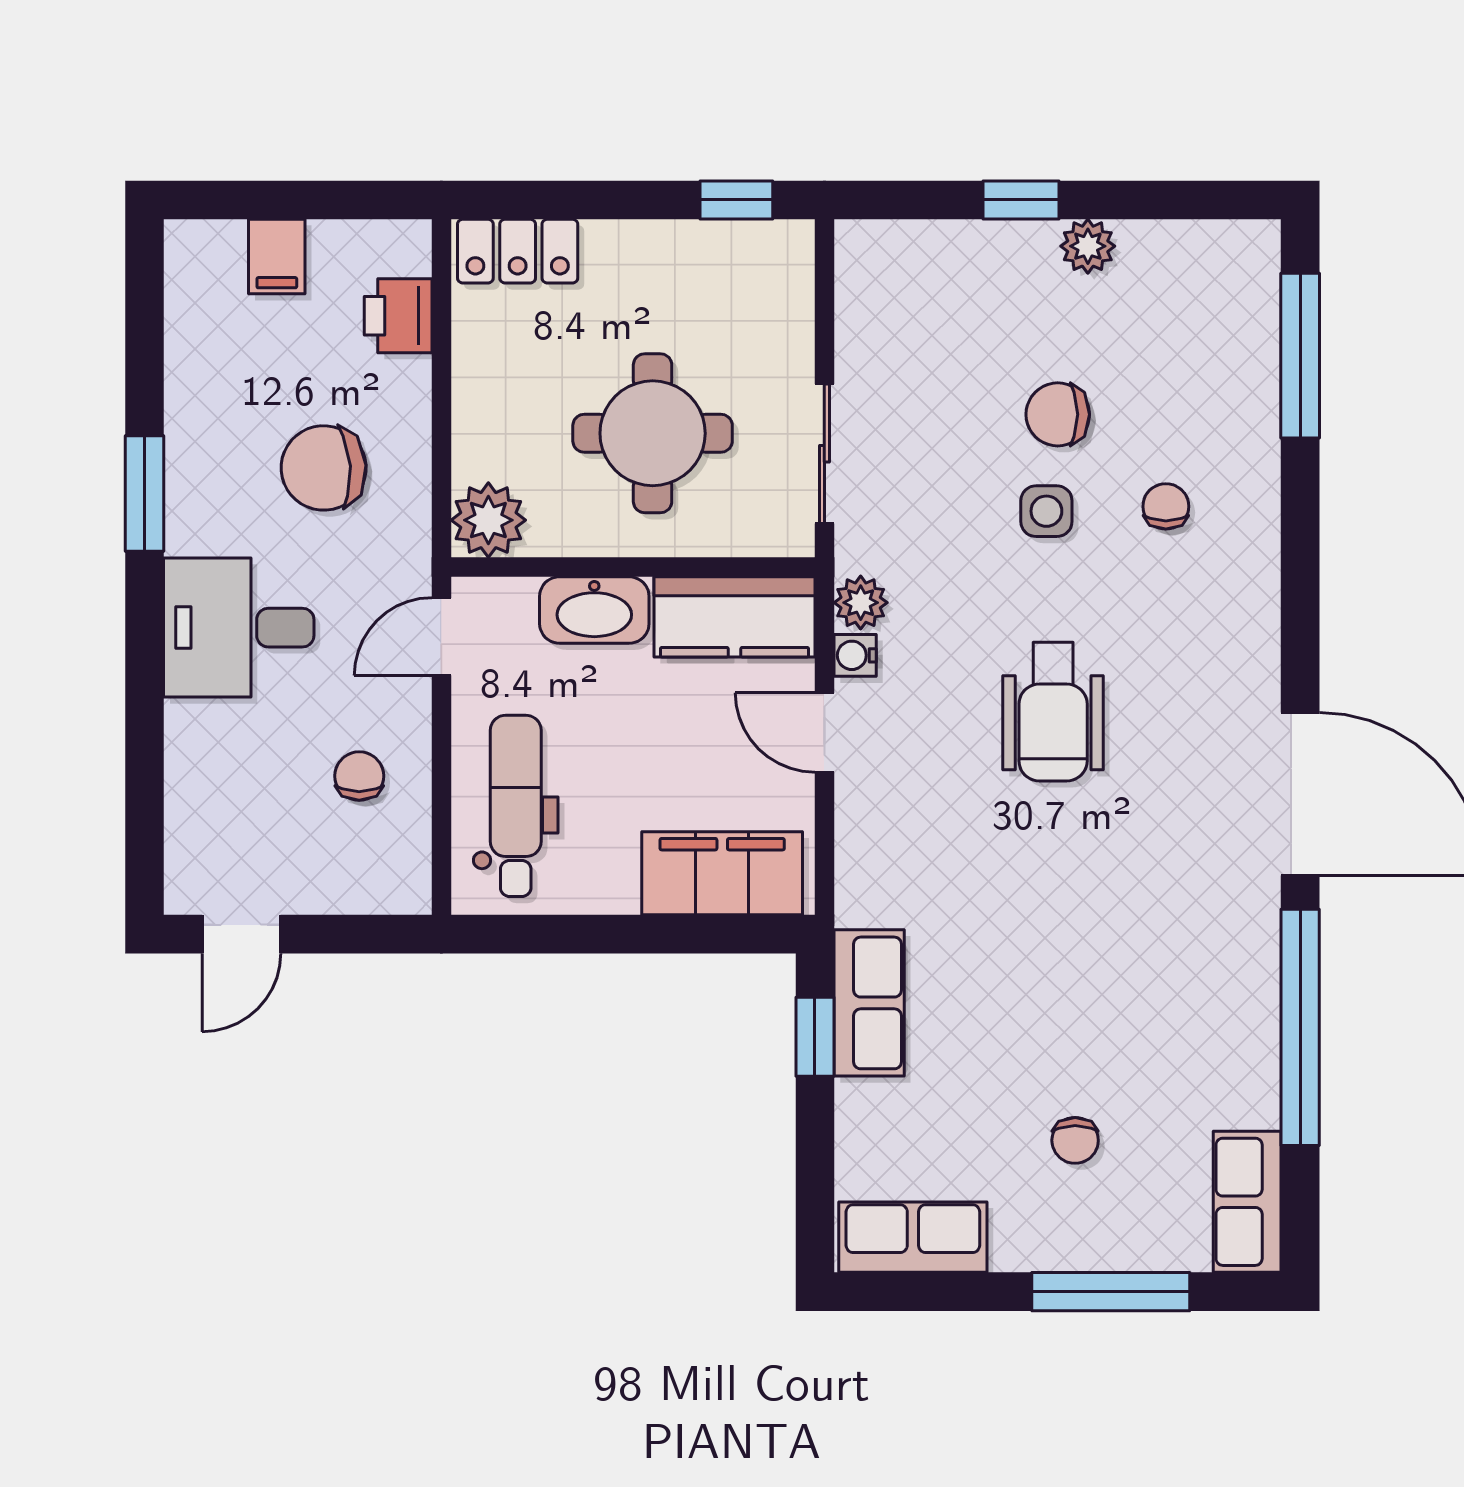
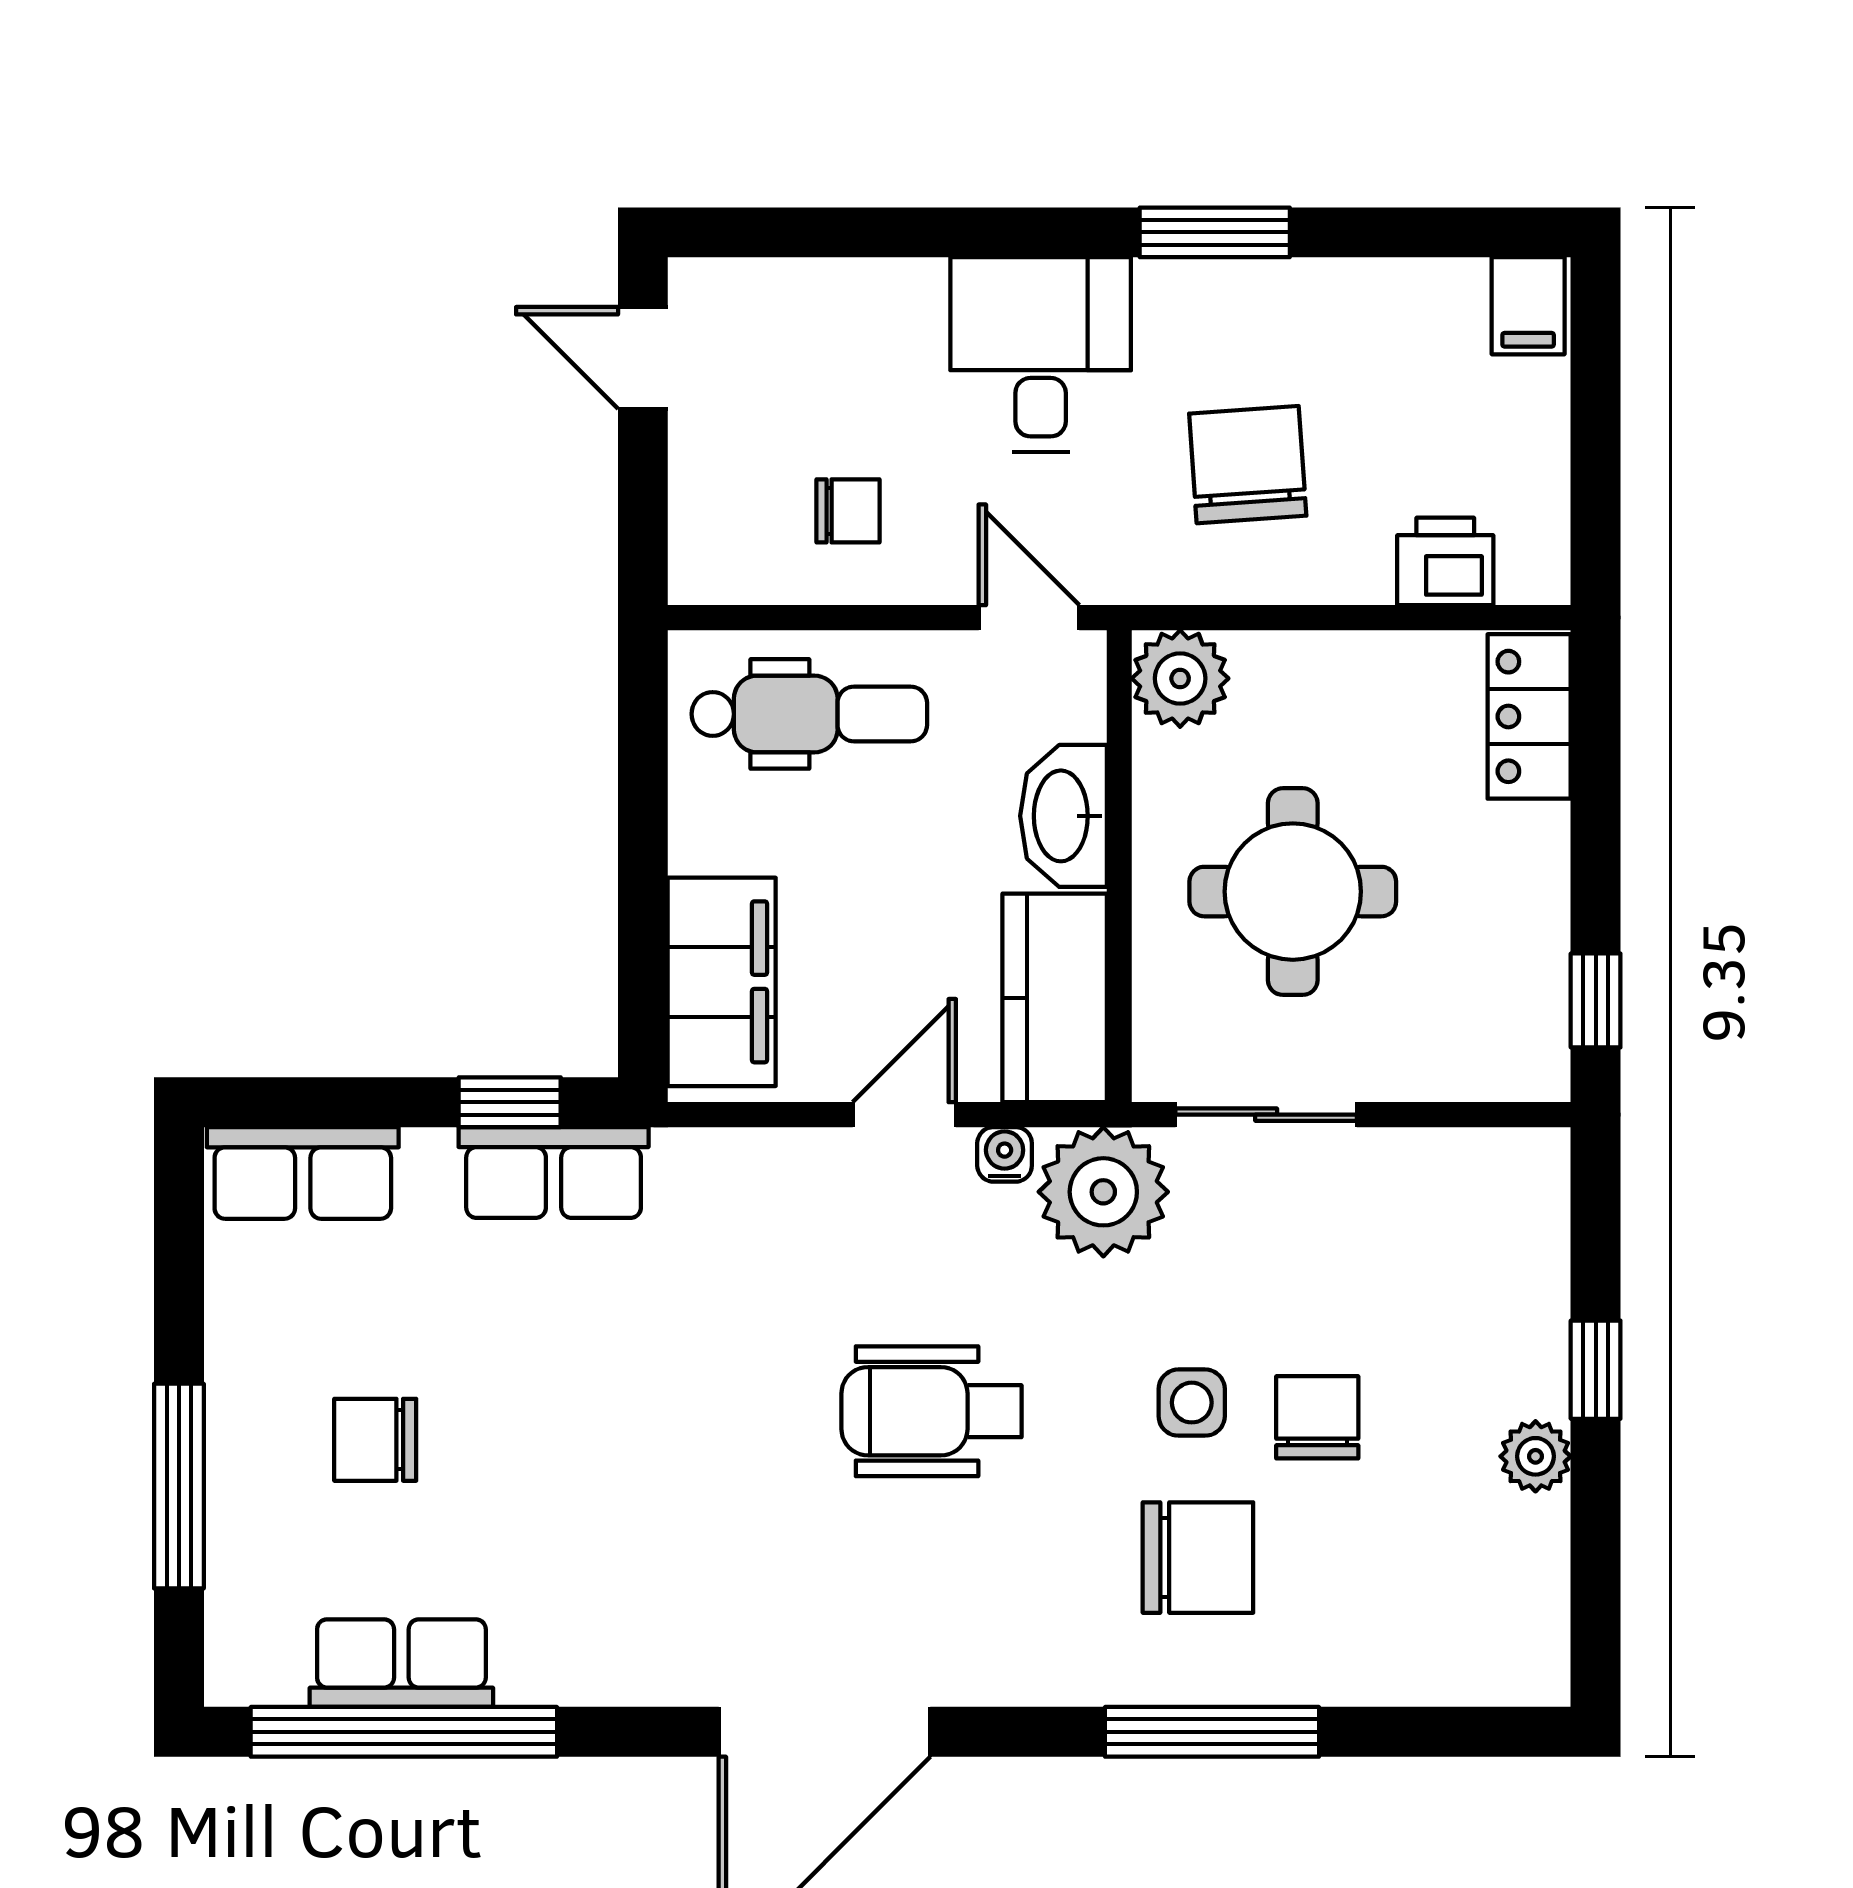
filing cabinet: (277, 257) -> (1528, 306), moved, turned -90
window: (1300, 356) -> (1212, 1732), moved
chair: (1166, 506) -> (1198, 1558), width x1.87, depth x1.87
plant: (861, 603) -> (1103, 1192), width x1.87, depth x1.87
window: (1300, 1027) -> (404, 1732), moved
chair: (1075, 1140) -> (375, 1440), width x1.37, depth x1.37
row of seats: (1247, 1202) -> (401, 1663), moved
row of seats: (913, 1237) -> (303, 1173), moved, turned 90

